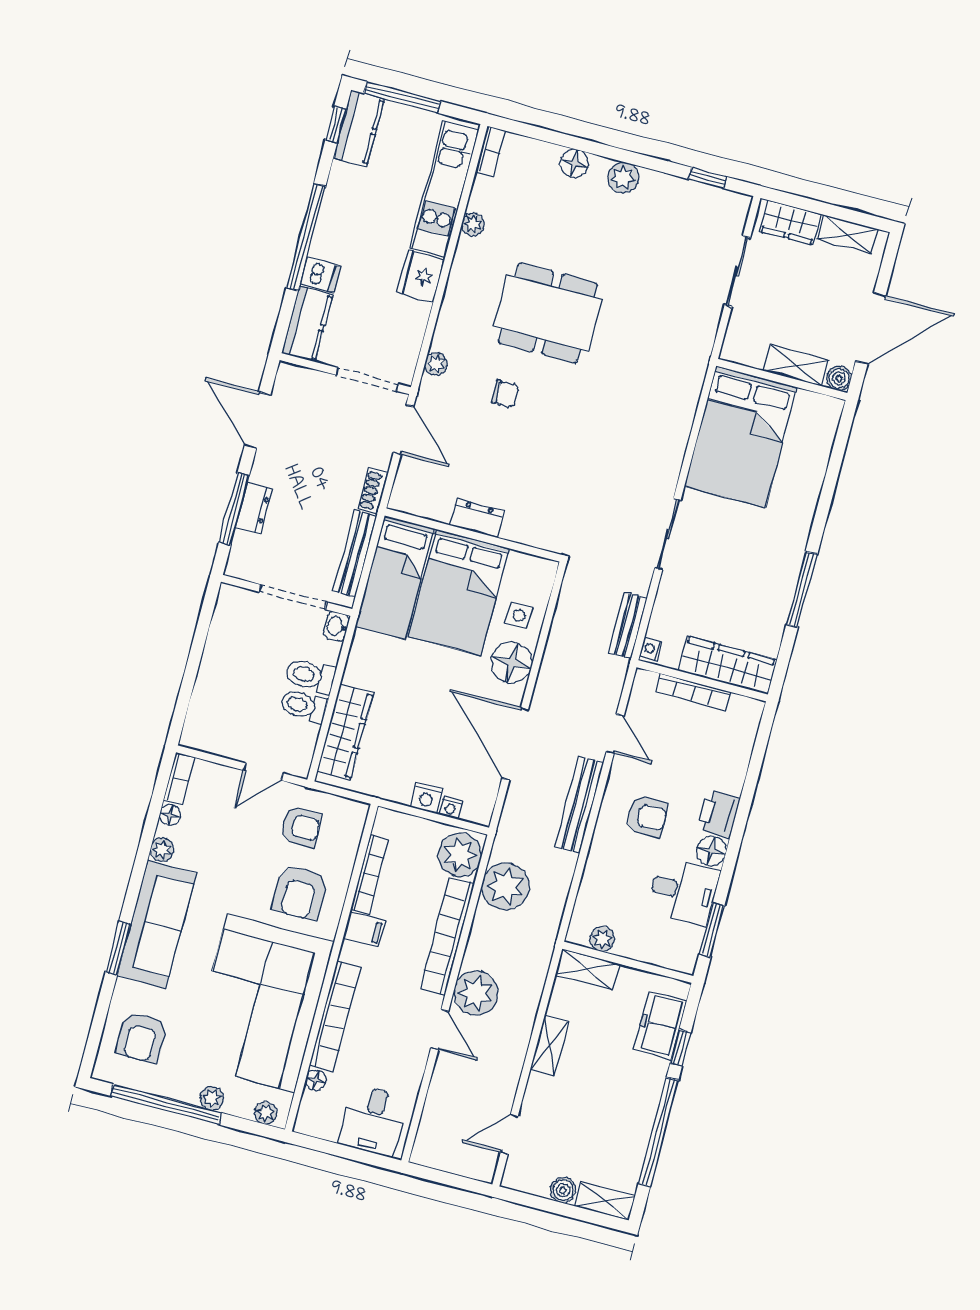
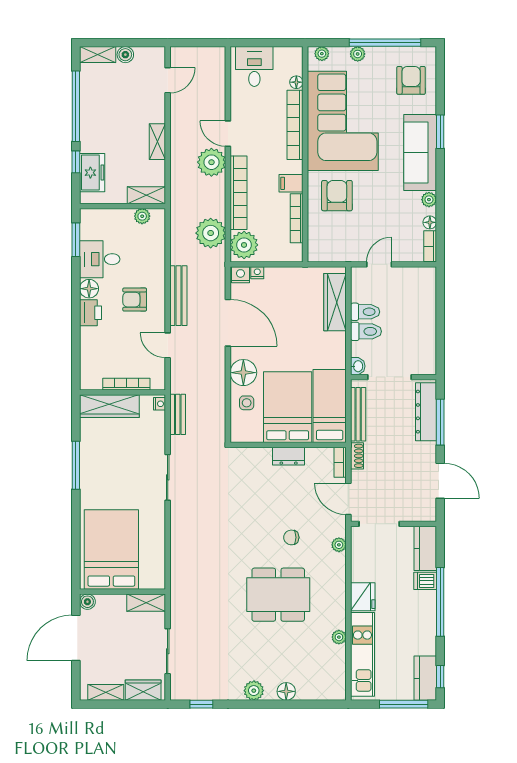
bookcase: (490, 151) -> (340, 462), moved
shelving: (796, 366) -> (146, 603), moved
bed: (741, 437) -> (111, 550), moved
dresser: (254, 508) -> (426, 412), width x1.96, depth x1.24
nightstand: (426, 798) -> (240, 275), moved
armchair: (301, 827) -> (347, 237), removed

